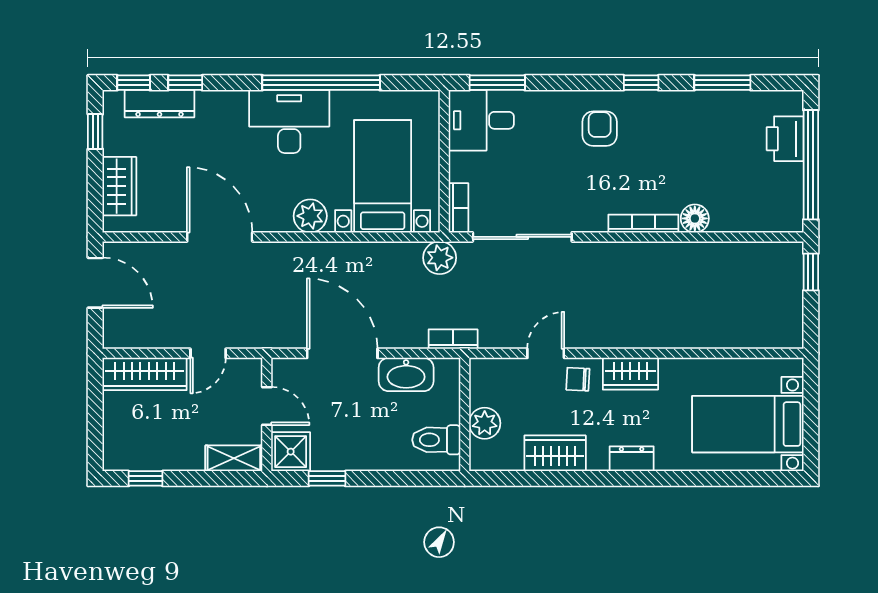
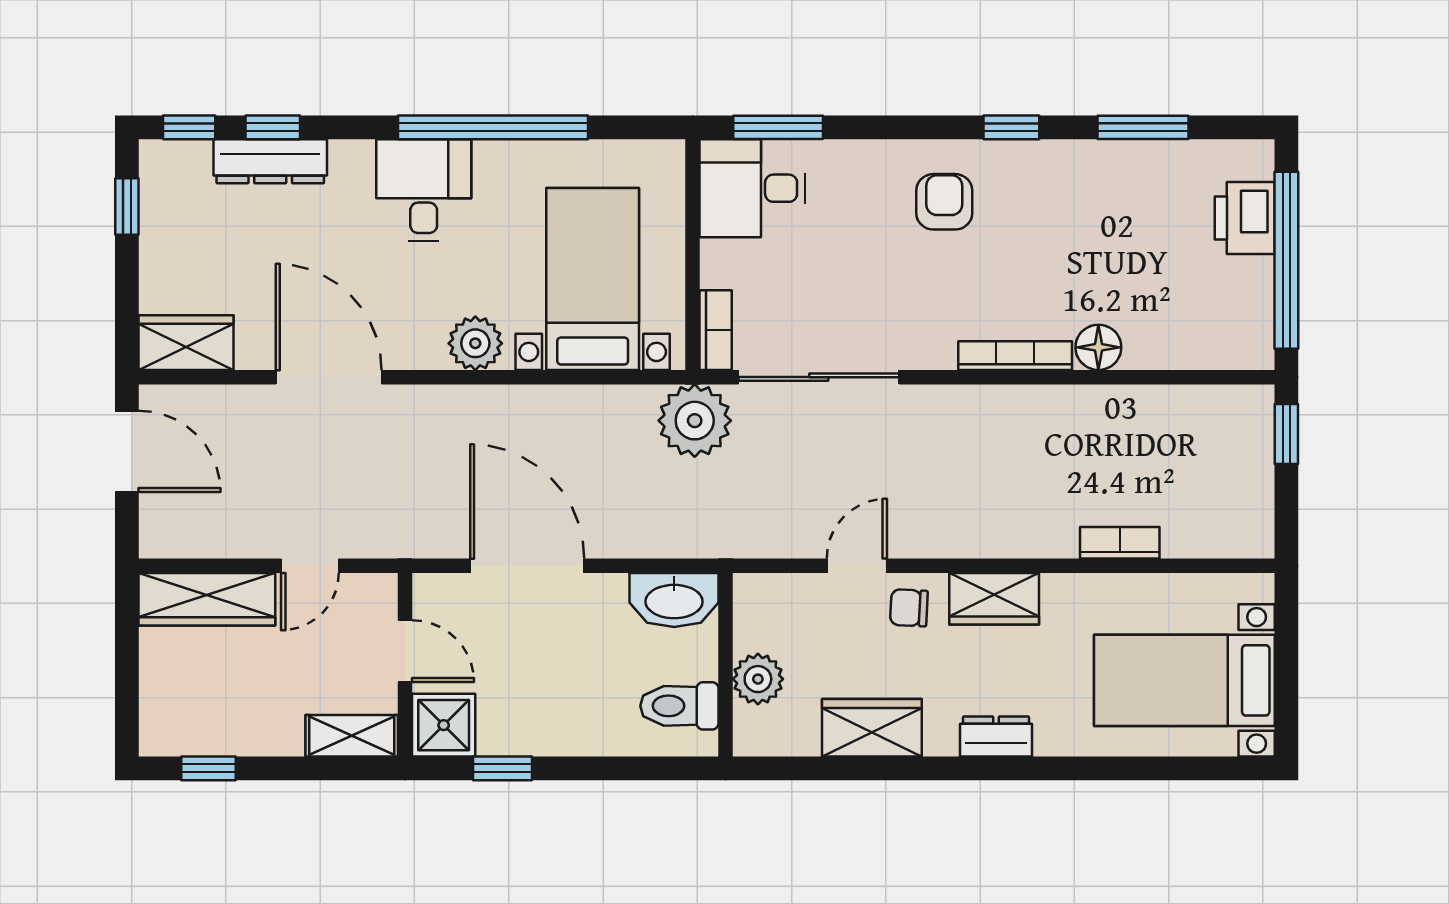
dresser: (159, 104) -> (270, 161), moved
desk: (289, 122) -> (424, 190), width x0.73
wardrobe: (119, 186) -> (186, 343), moved, turned -90
plant: (440, 258) -> (695, 421), width x1.36, depth x1.36
bookcase: (453, 339) -> (1120, 543), moved
washbasin: (406, 374) -> (674, 600), moved

